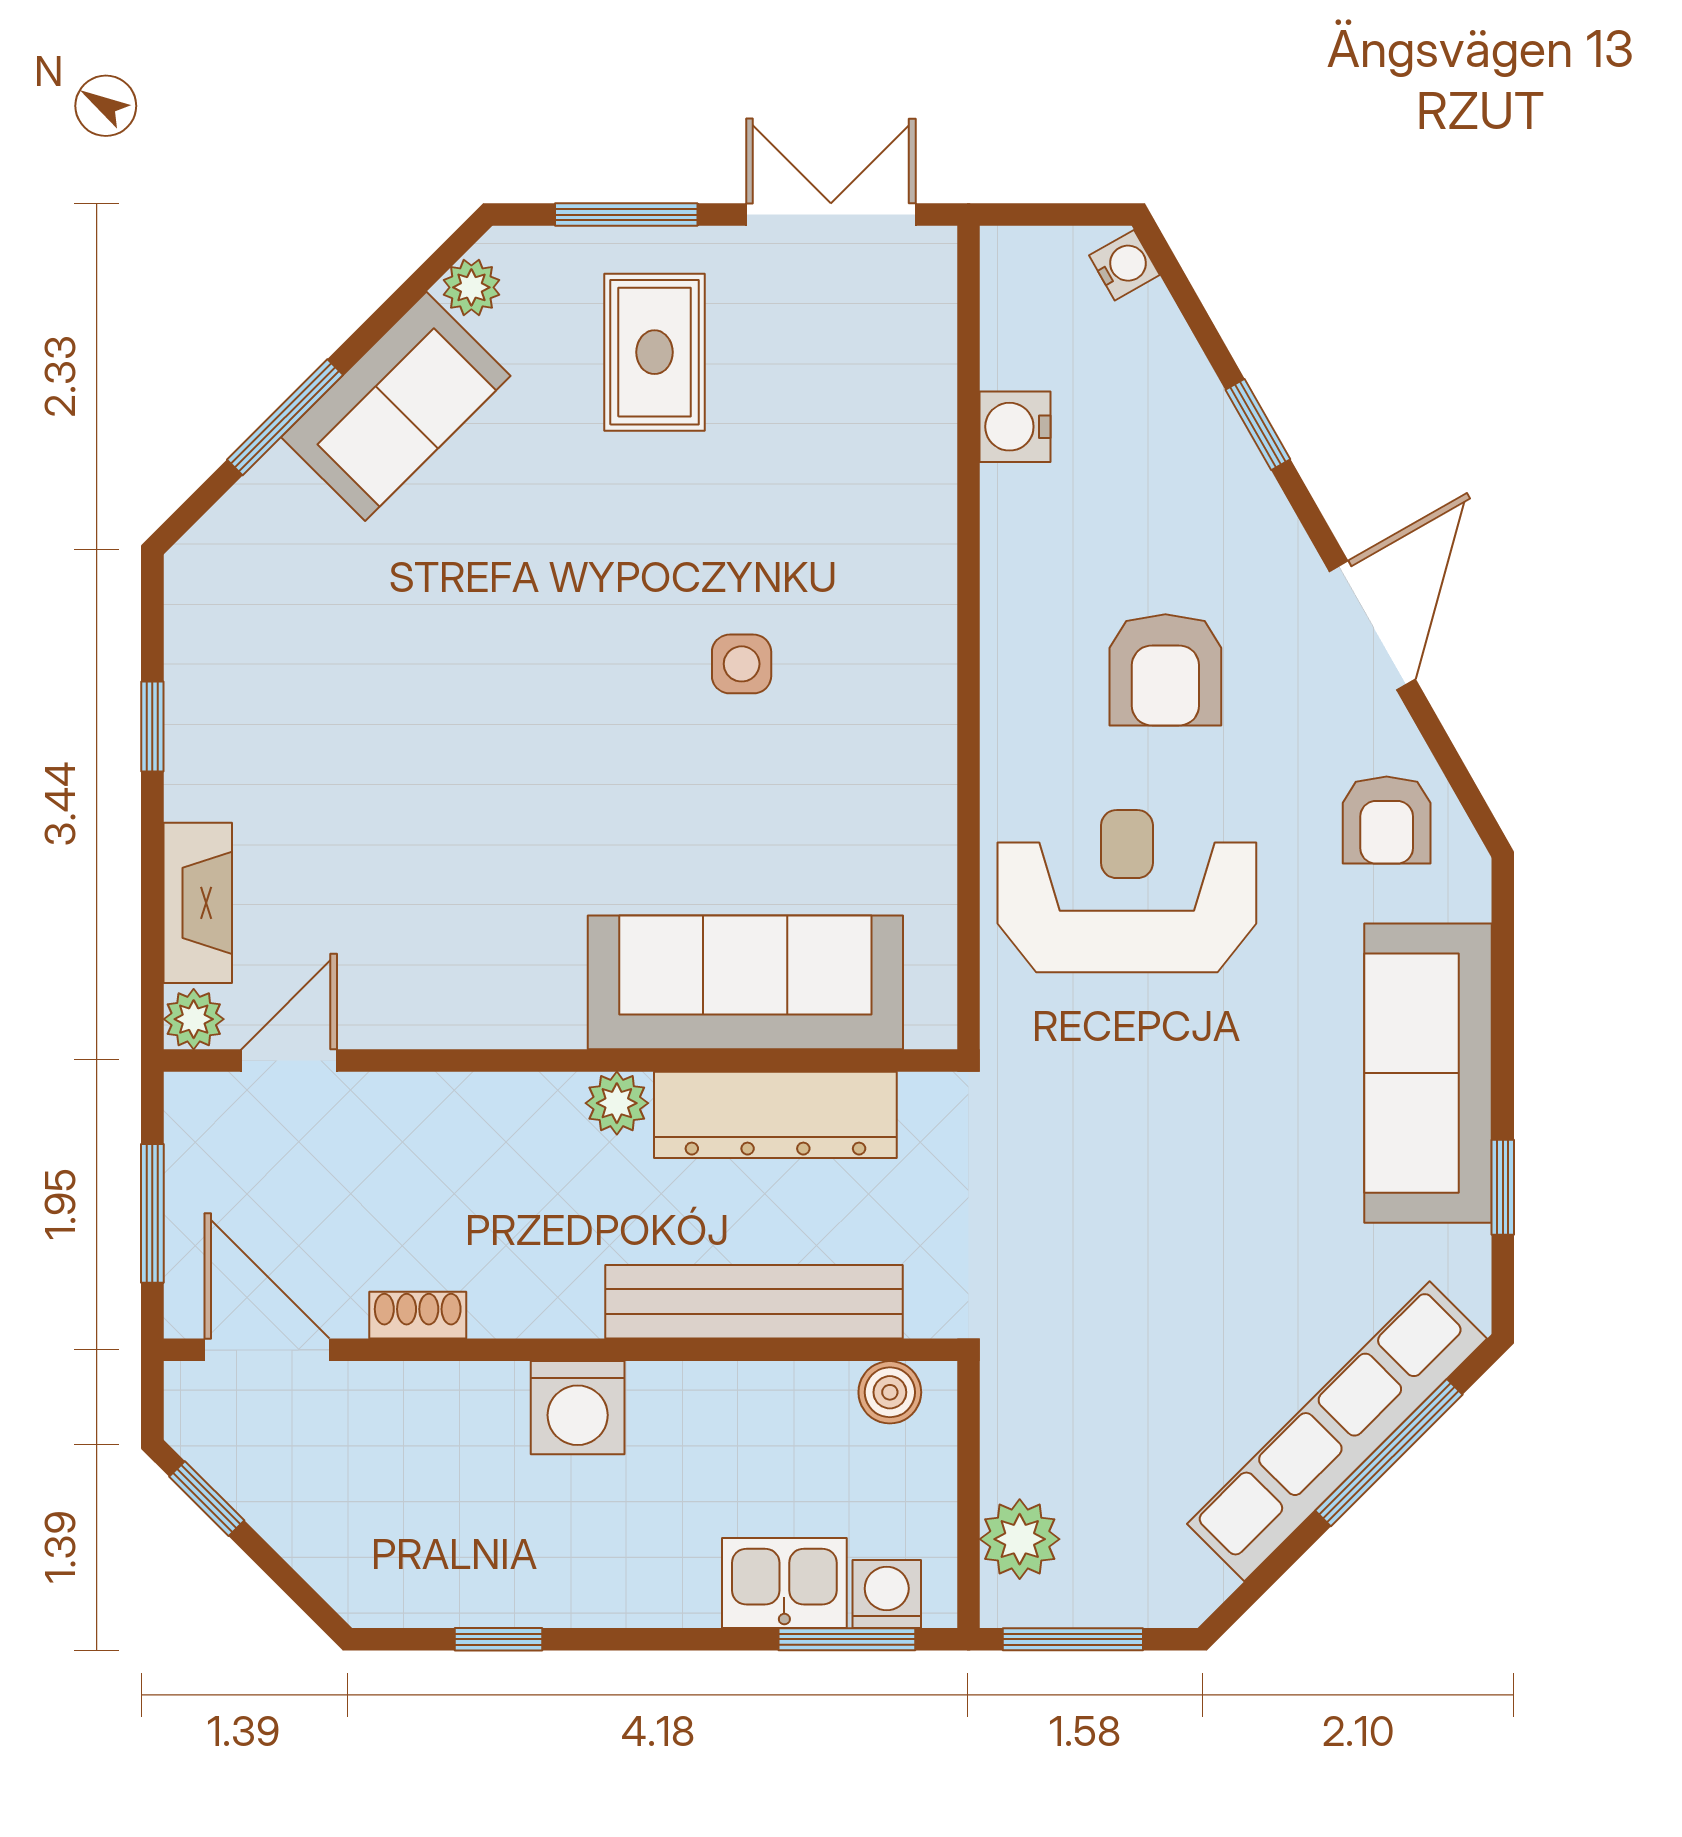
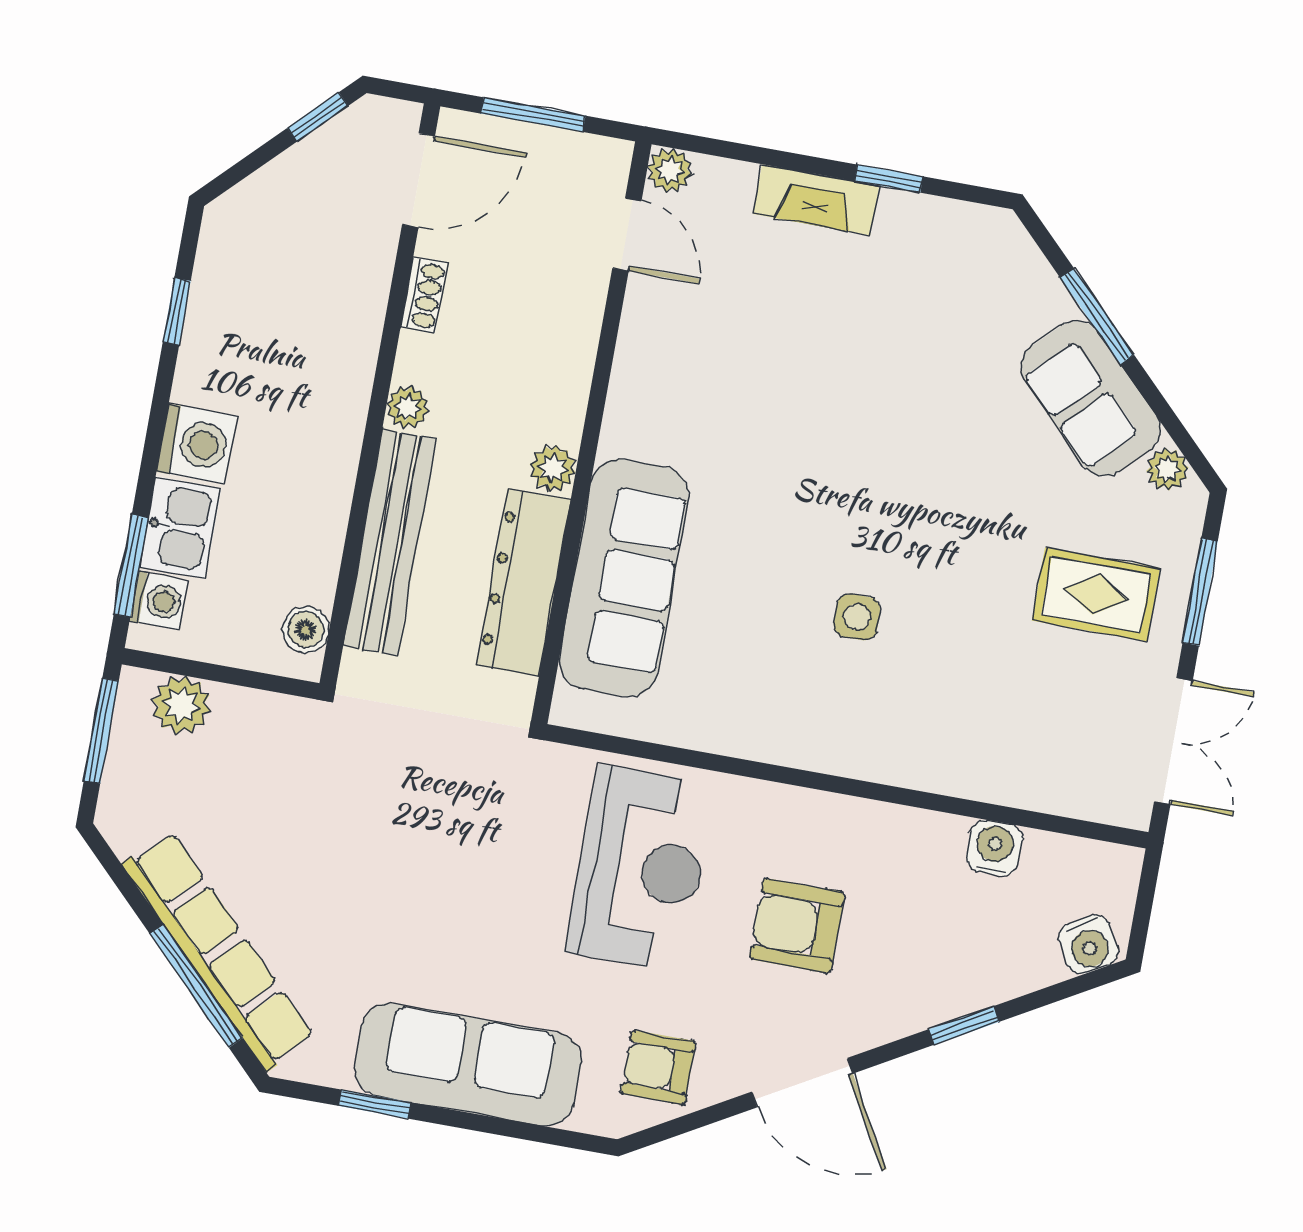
water cooler: (1124, 265) -> (1088, 944), width x1.38, depth x1.38
fireplace: (198, 903) -> (816, 200), moved
plant: (571, 1310) -> (408, 407), added
washing machine: (578, 1408) -> (197, 444), moved, turned 180

